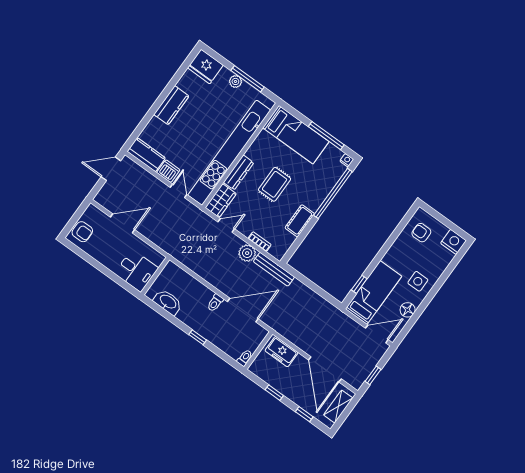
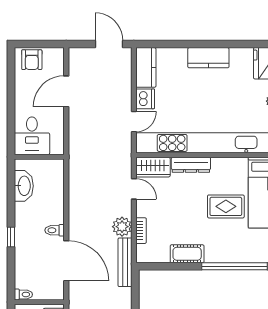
rug: (275, 184) -> (226, 206), moved
door: (122, 223) -> (66, 91), swing flipped

